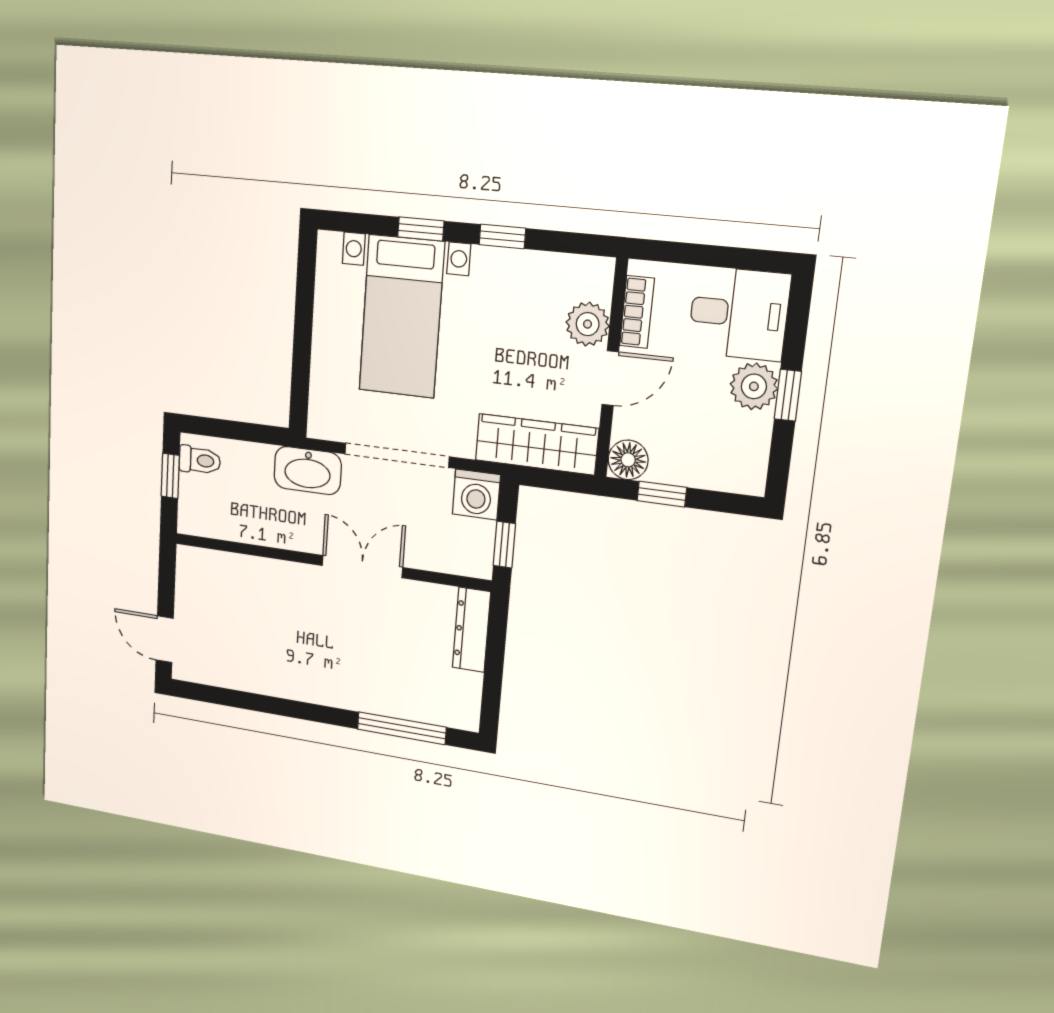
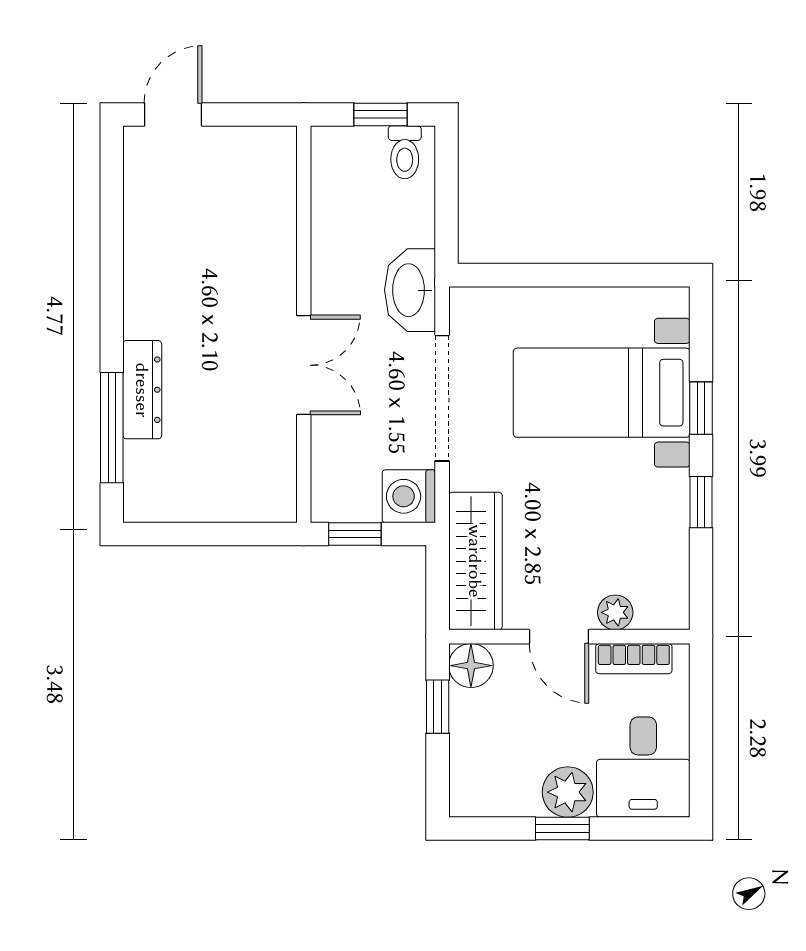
plant: (588, 324) -> (615, 612), width x0.73, depth x0.73
dresser: (471, 630) -> (142, 390), moved, turned 90

